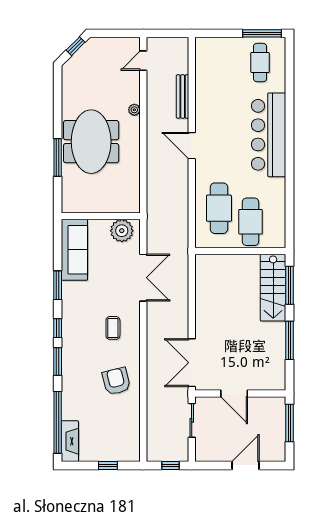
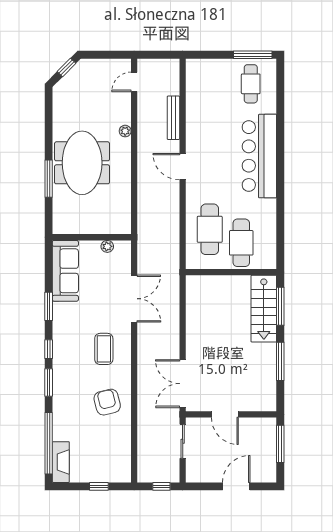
plant: (122, 231) -> (107, 246), width x0.53, depth x0.53
coffee table: (113, 328) -> (104, 349), width x1.36, depth x1.30

